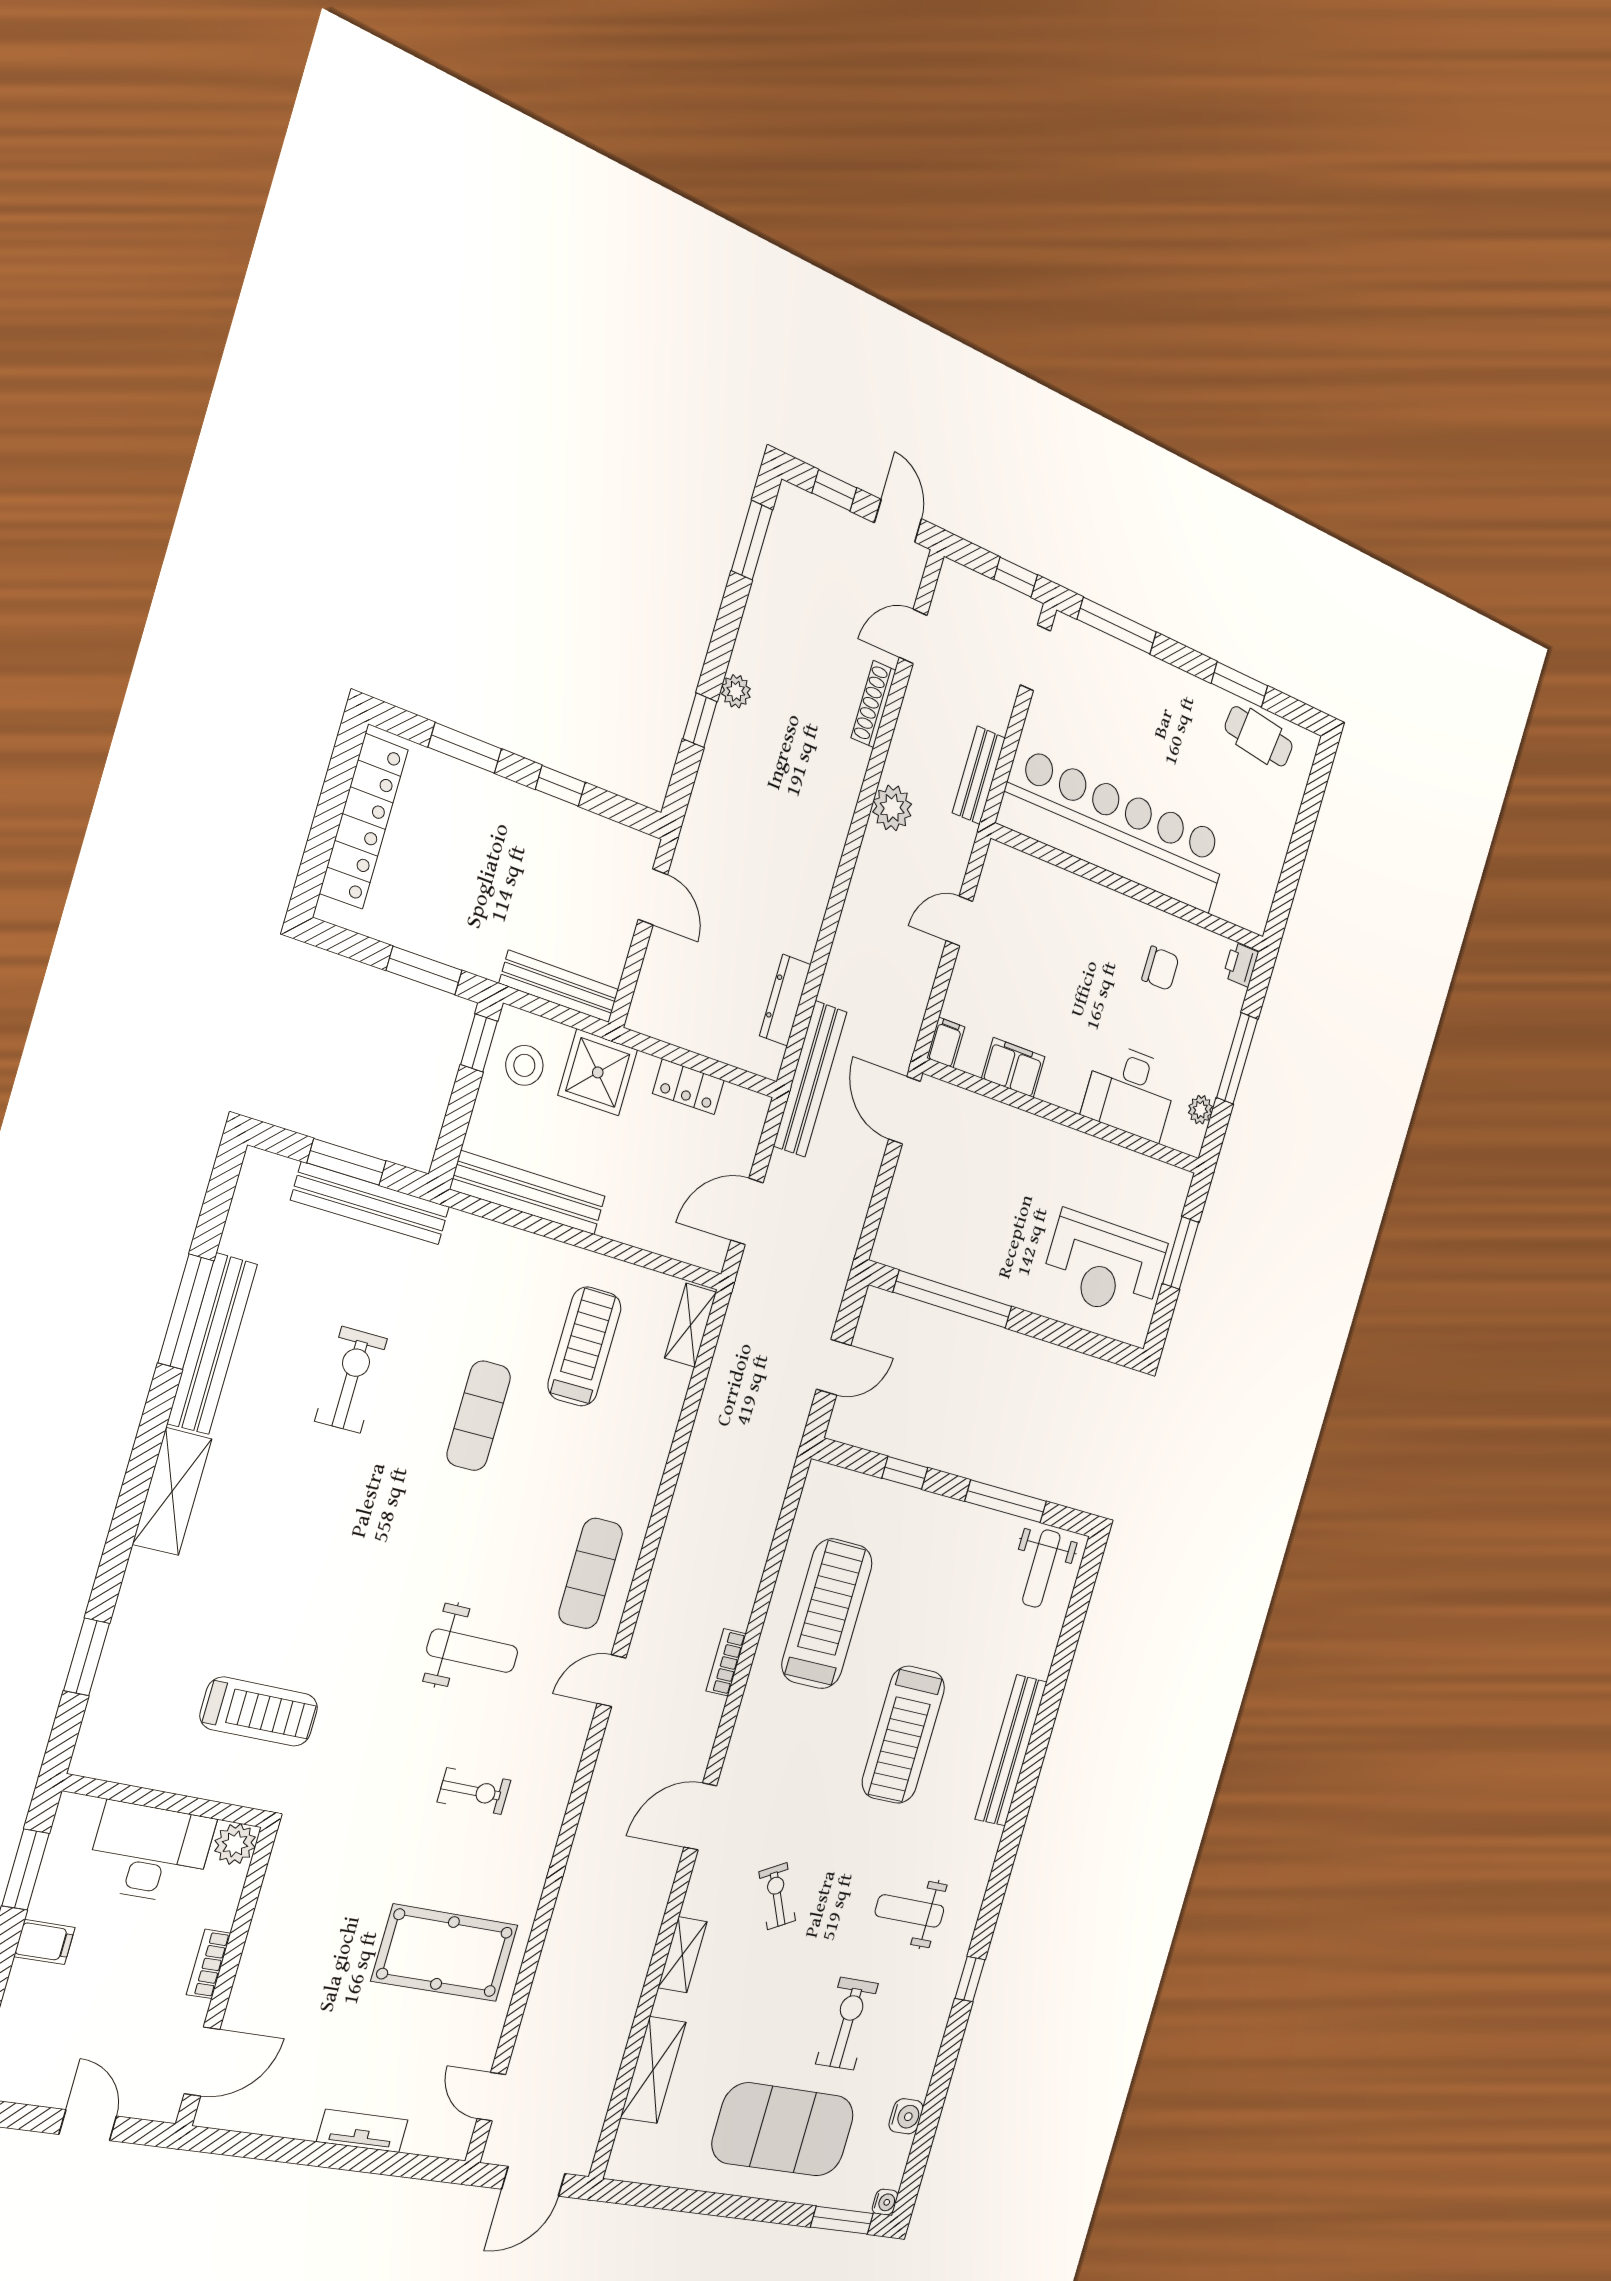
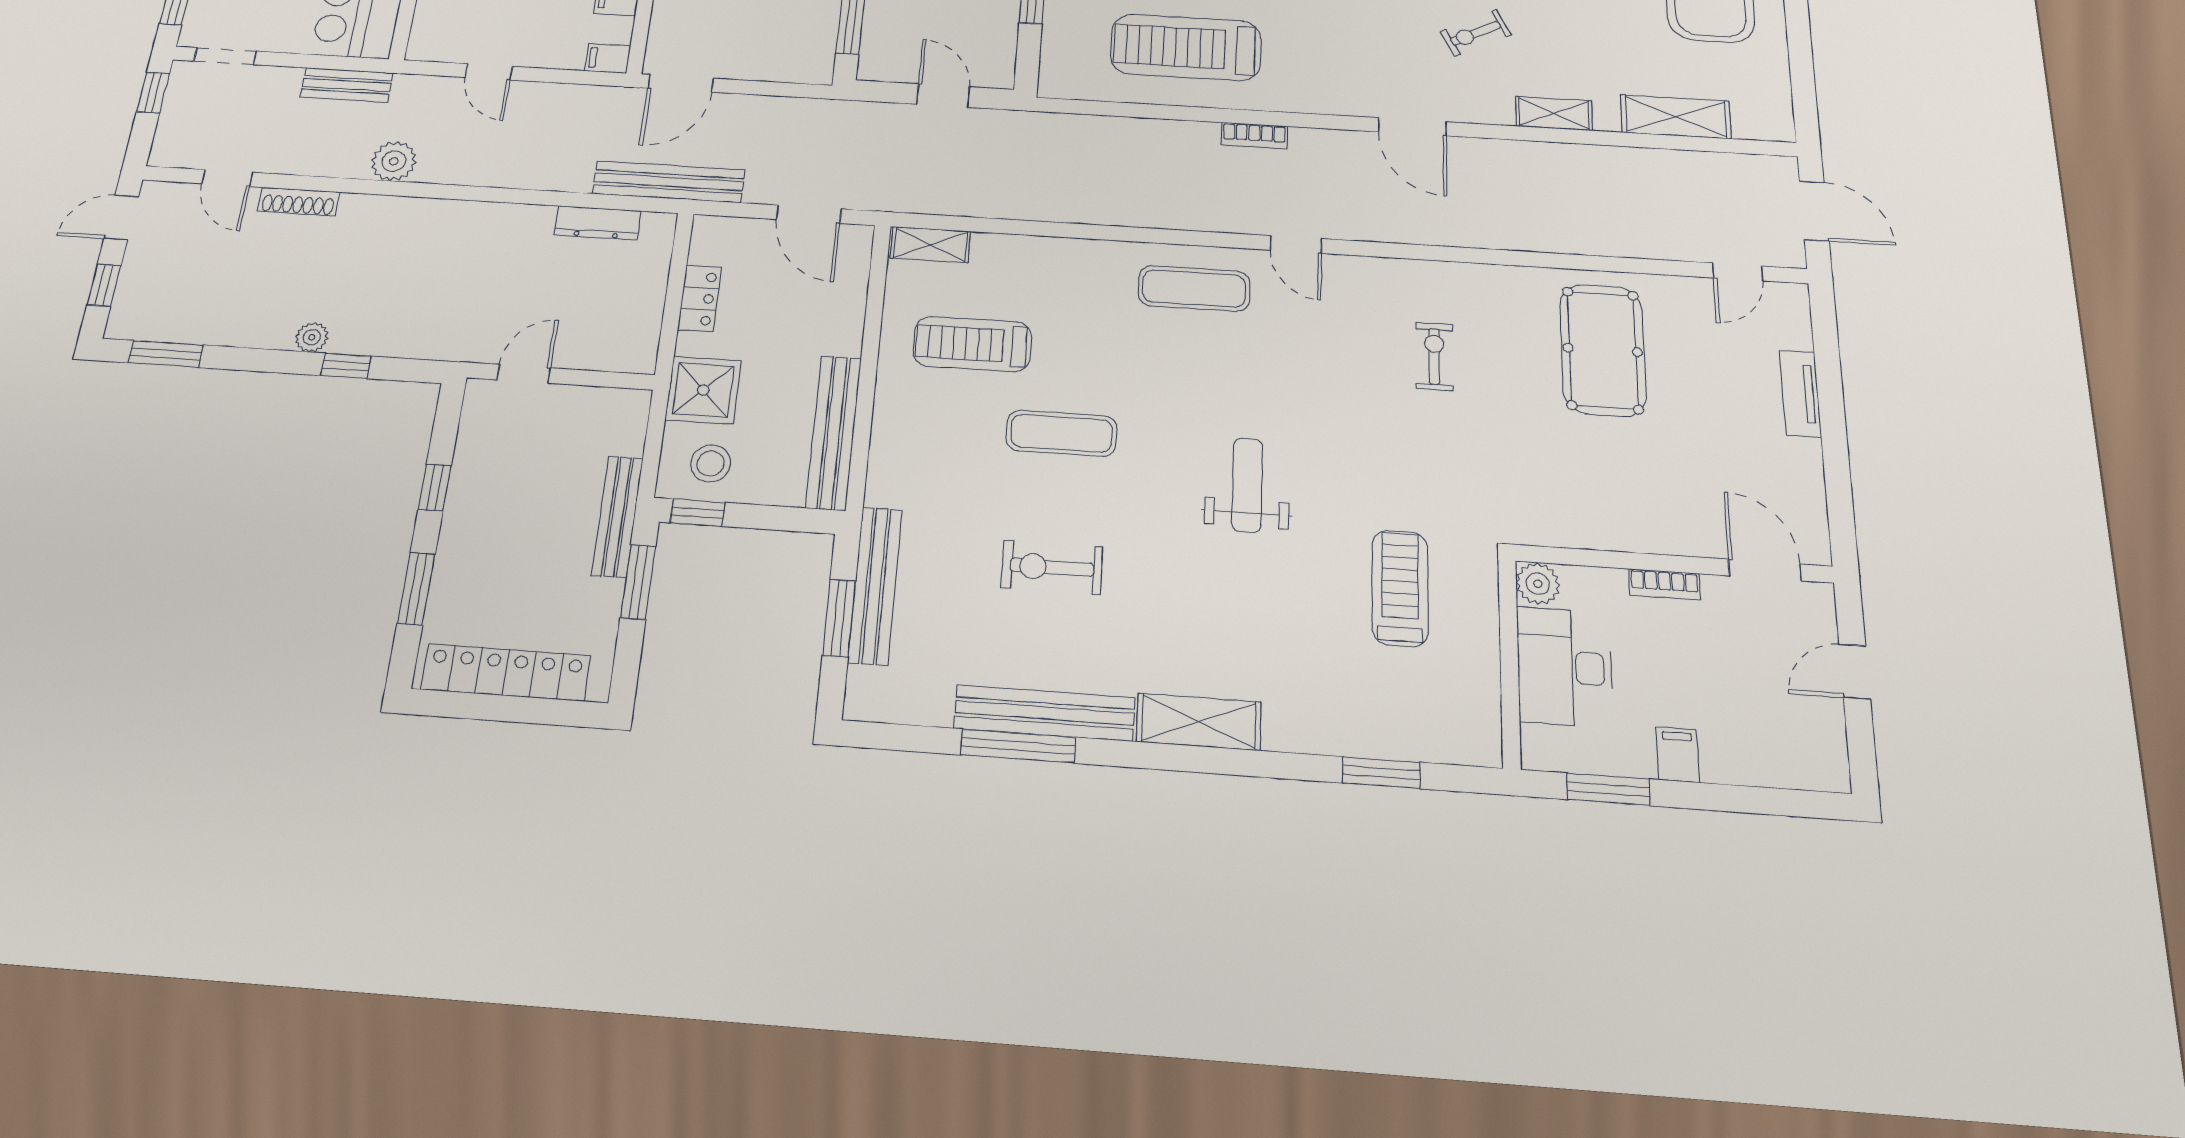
bench: (559, 986) -> (617, 516), moved
weight bench: (472, 1651) -> (1247, 485), moved

